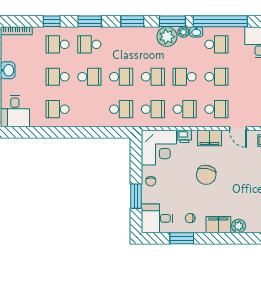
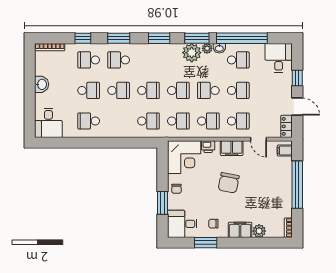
school desk: (58, 77) -> (89, 90), turned 180

